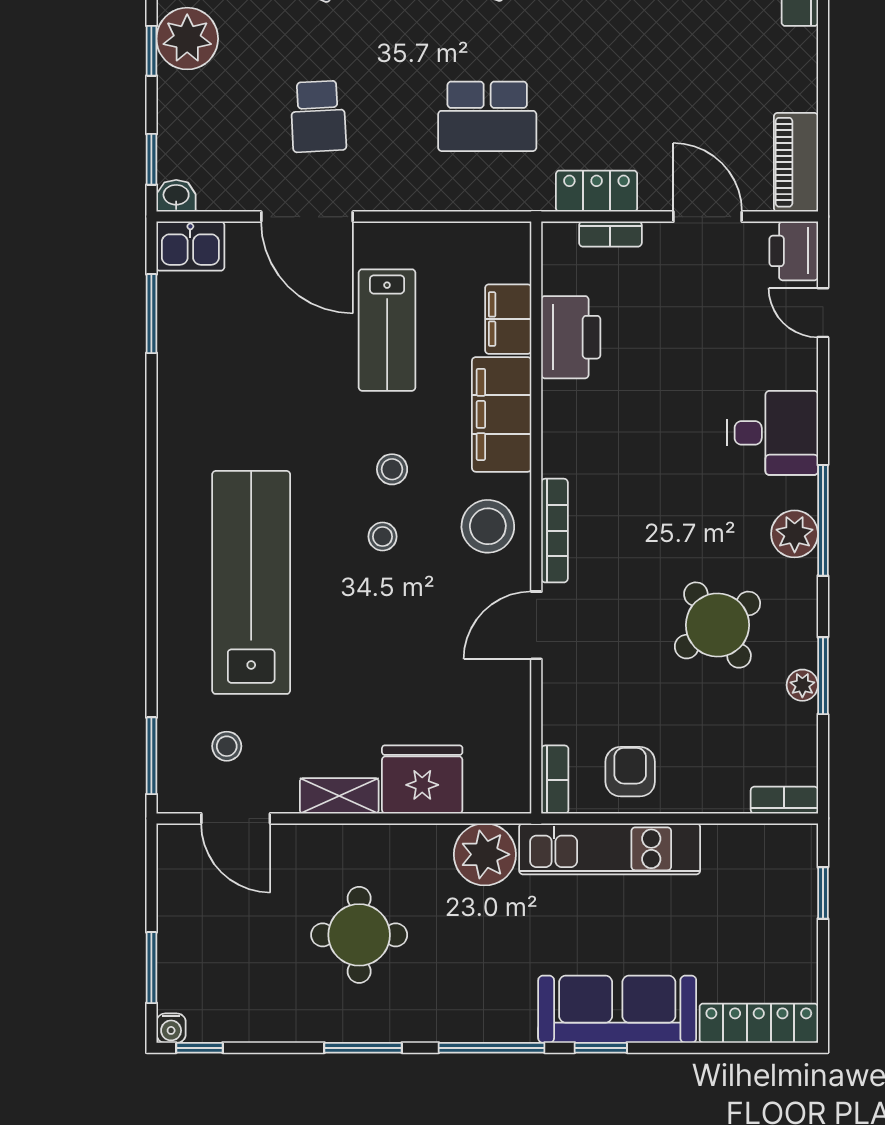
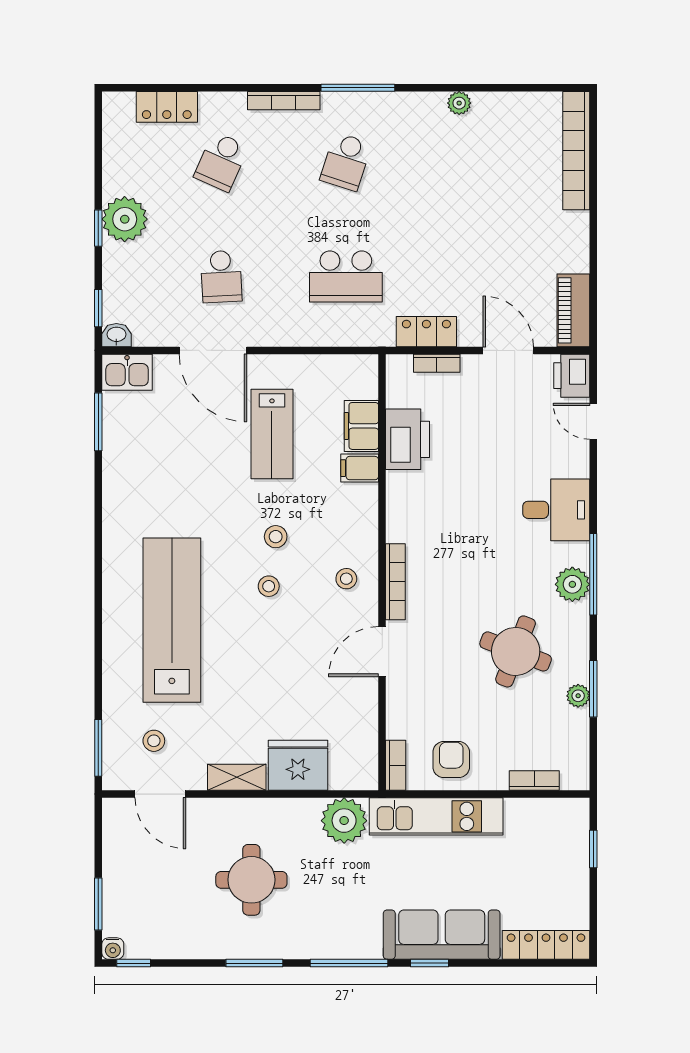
filing cabinet: (502, 414) -> (360, 468), width x0.33, depth x0.86
stool: (488, 526) -> (346, 579), width x0.53, depth x0.53
round table: (717, 625) -> (516, 651), turned -34
bookcase: (784, 800) -> (534, 780), moved

